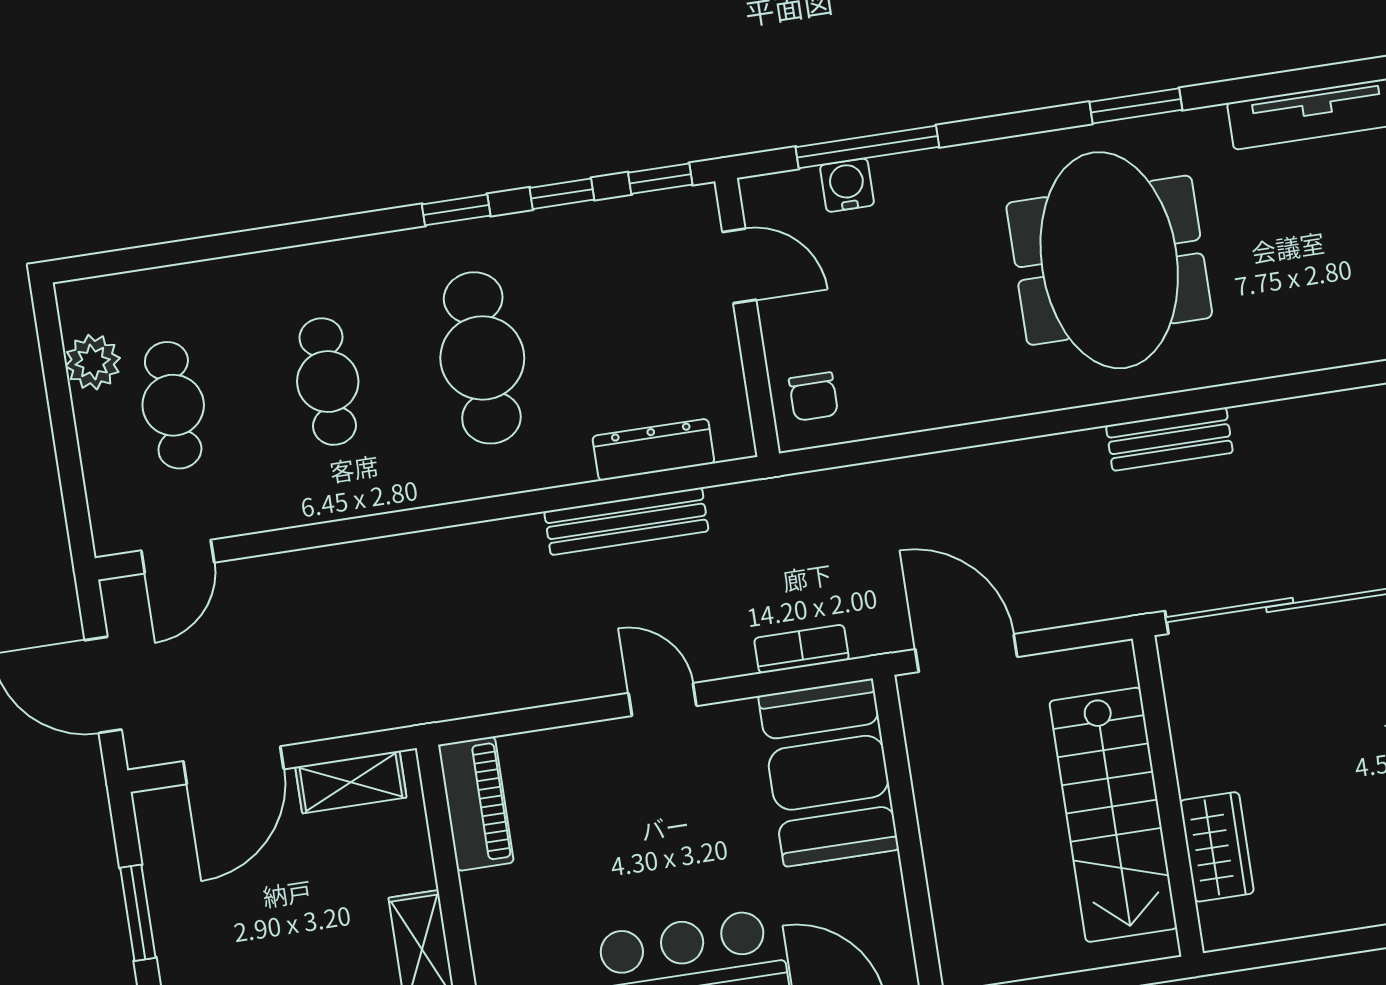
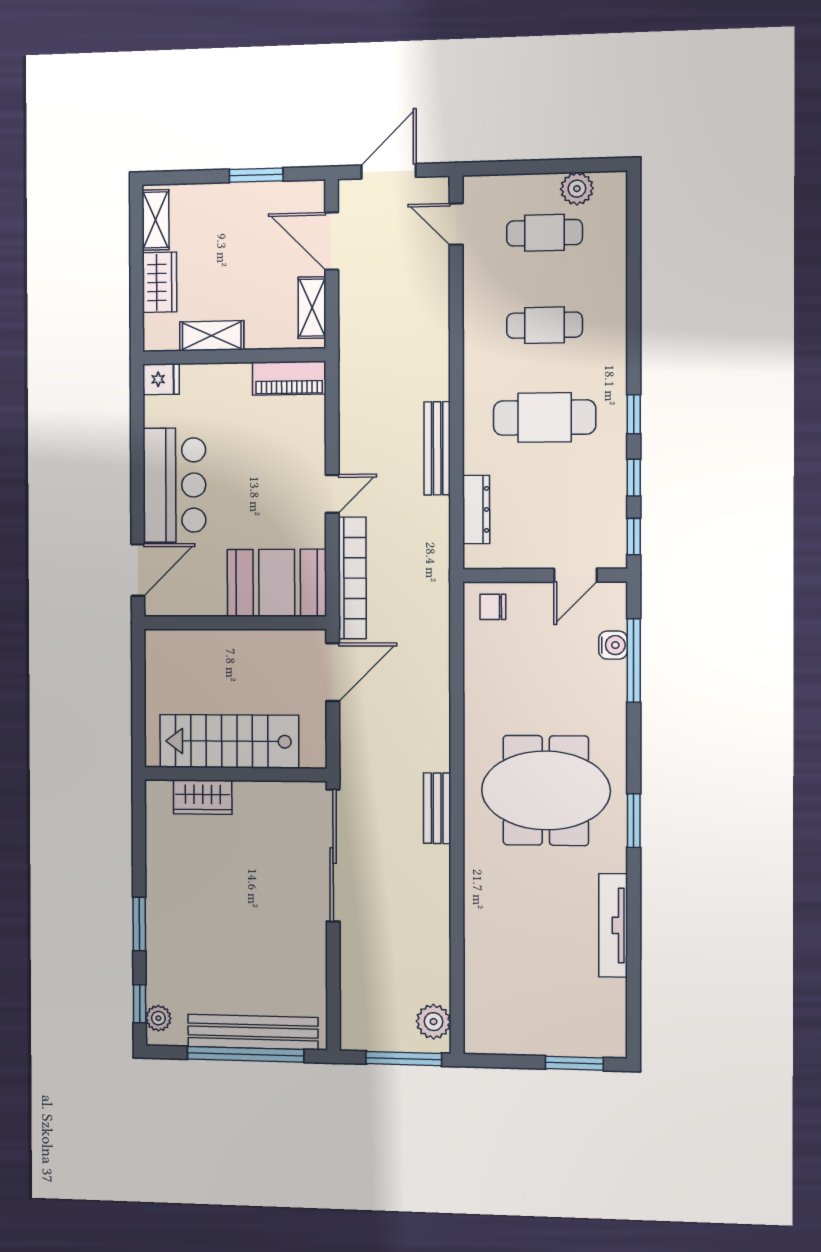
bench: (626, 521) -> (437, 448), moved
bookcase: (802, 649) -> (352, 578), width x2.31, depth x1.31

